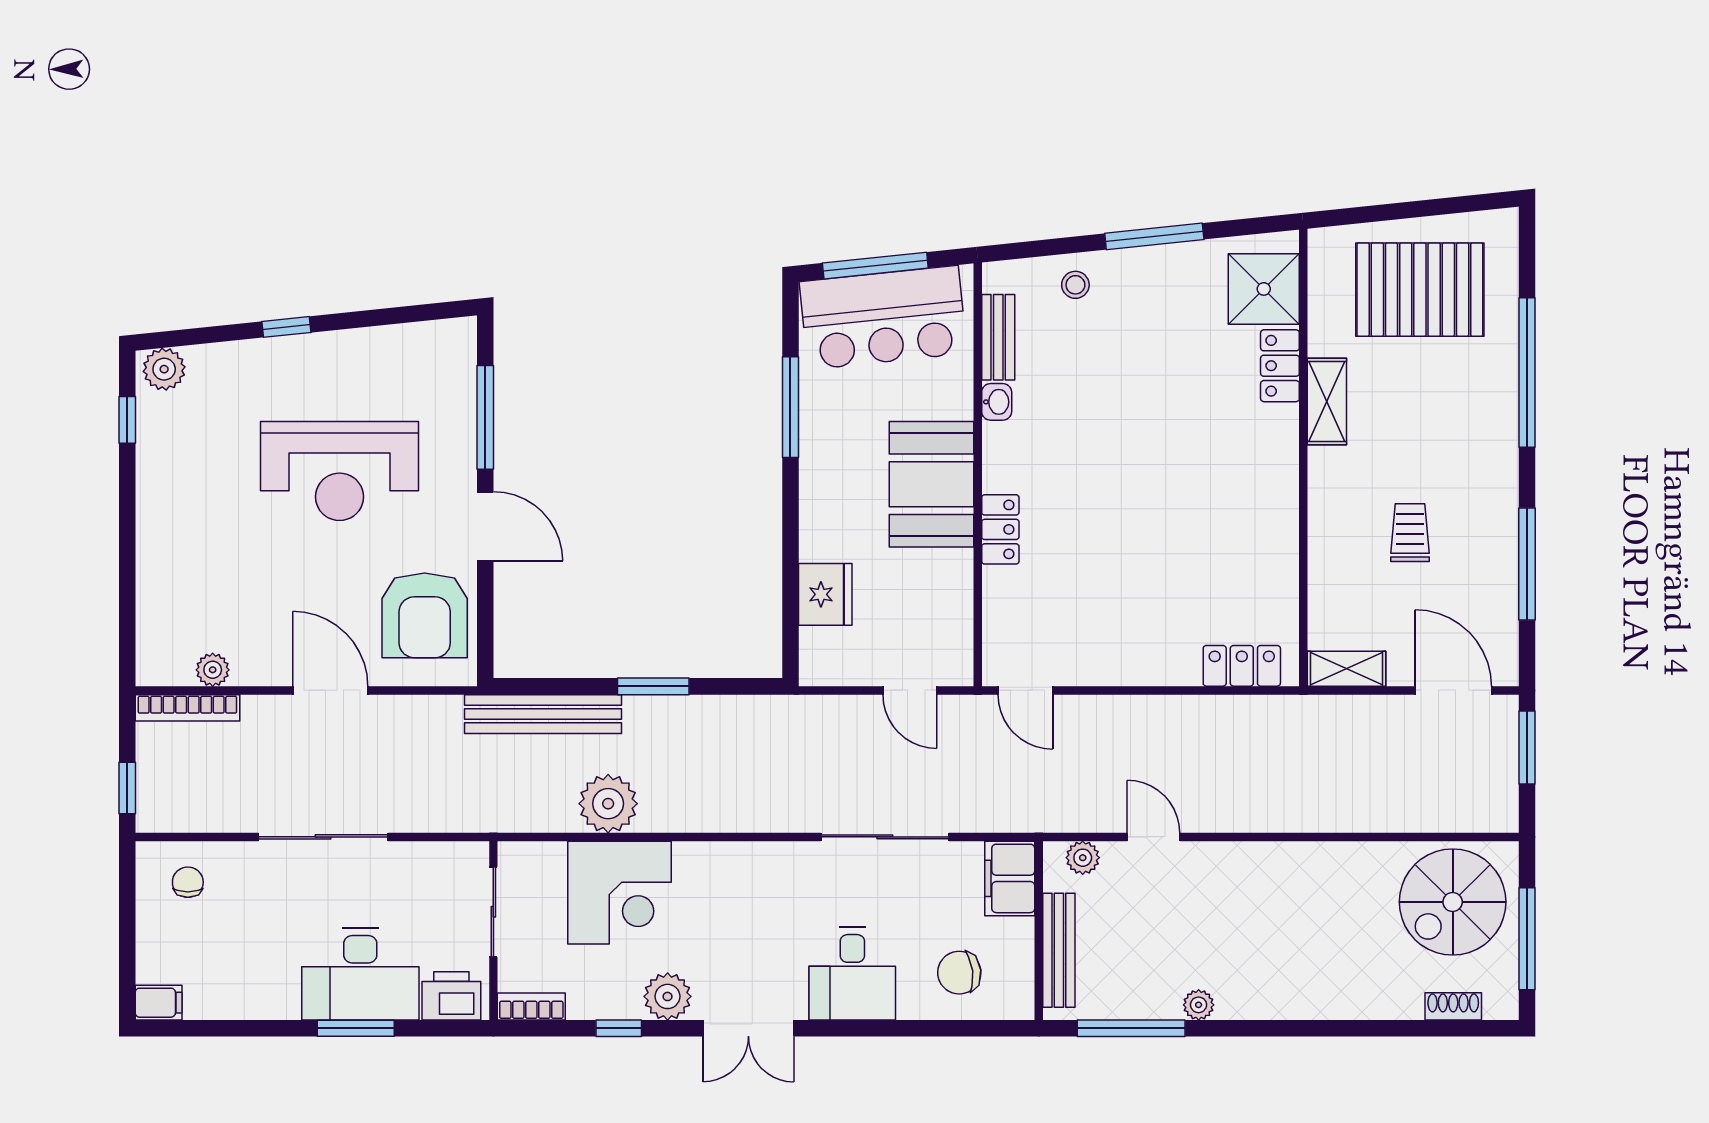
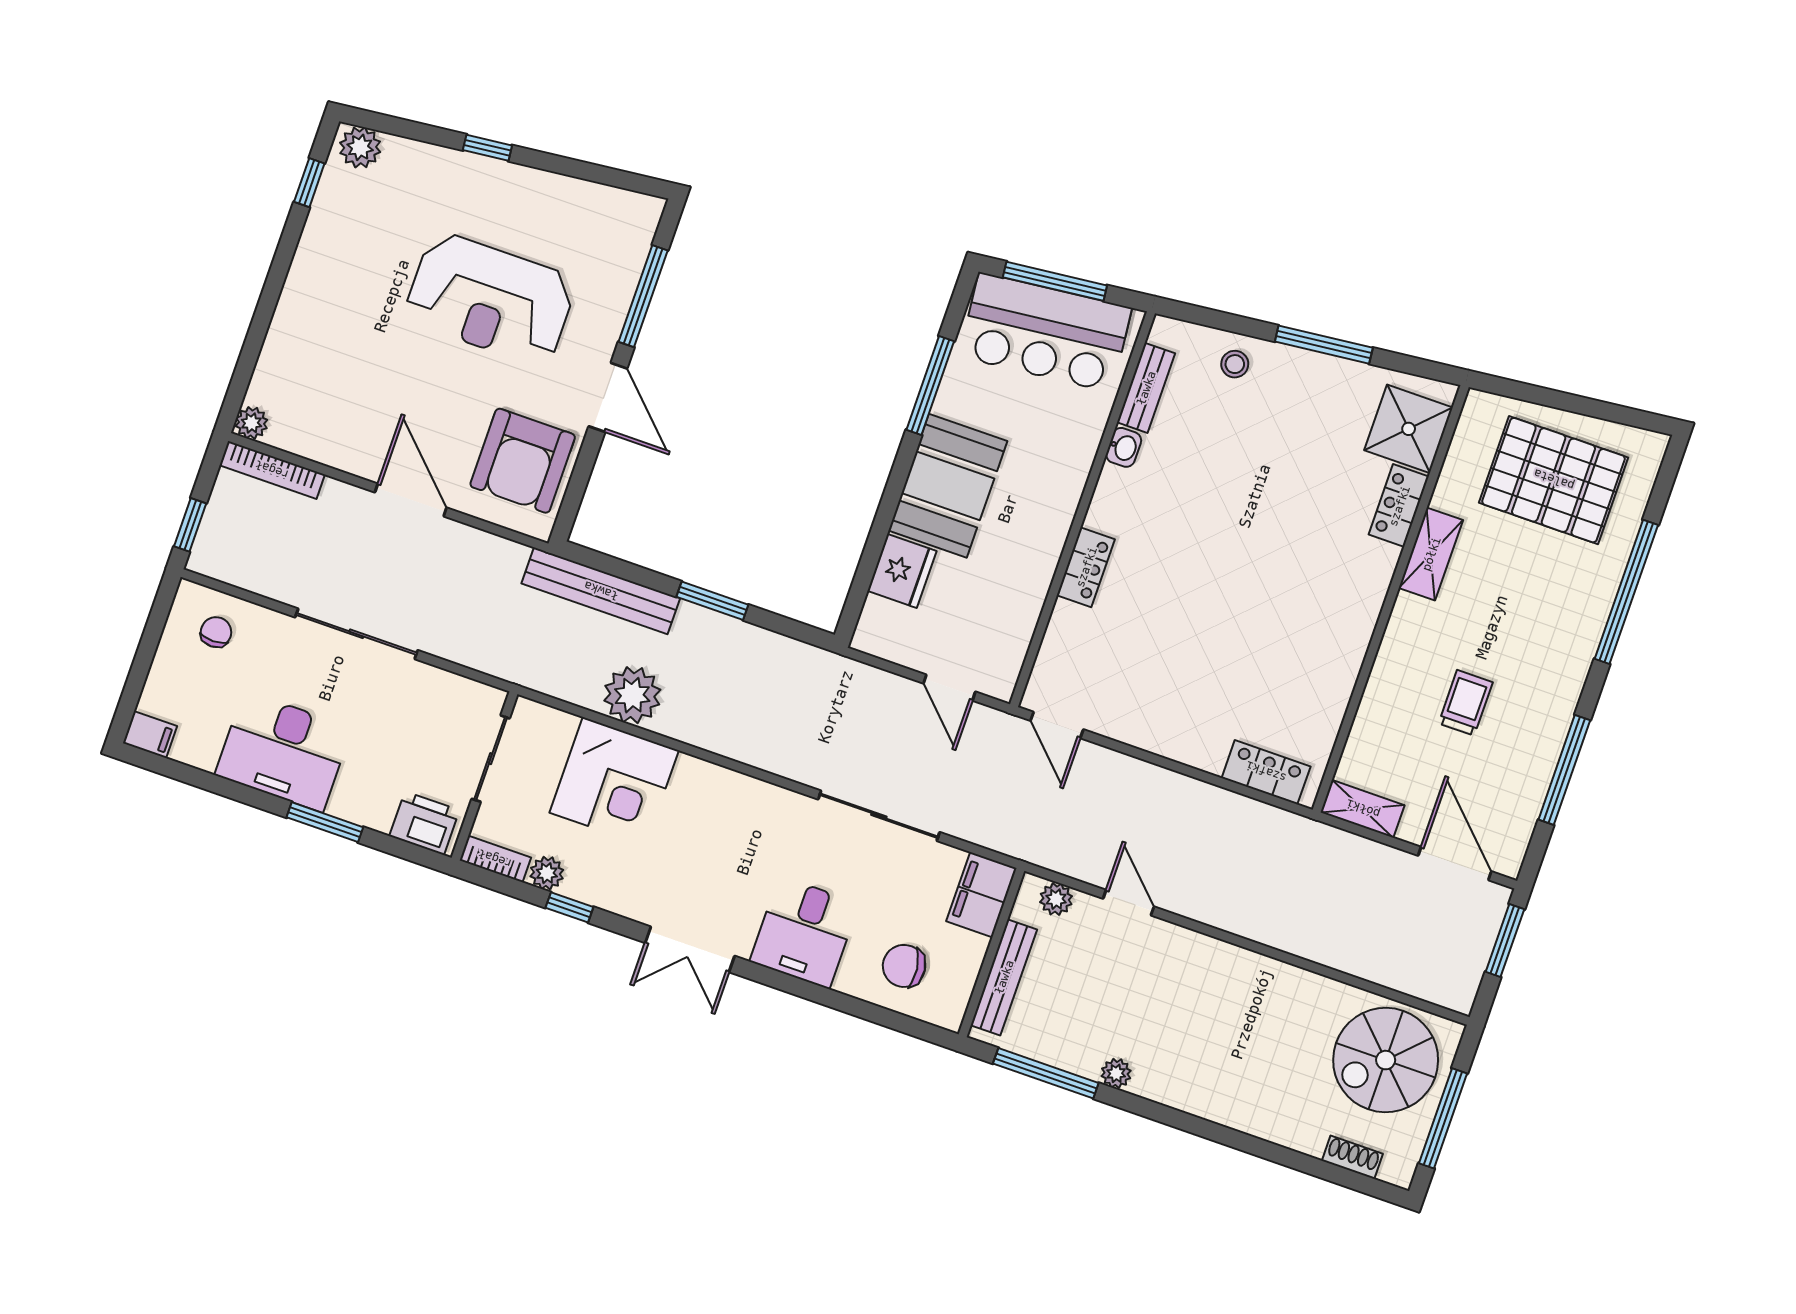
booth: (931, 484) -> (948, 486), moved
plant: (213, 670) -> (251, 423), moved
desk: (360, 974) -> (283, 751), moved
plant: (668, 996) -> (547, 873), moved, width x0.73, depth x0.73

